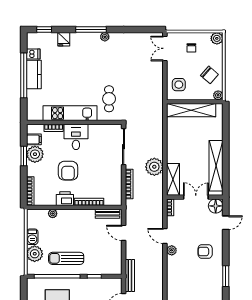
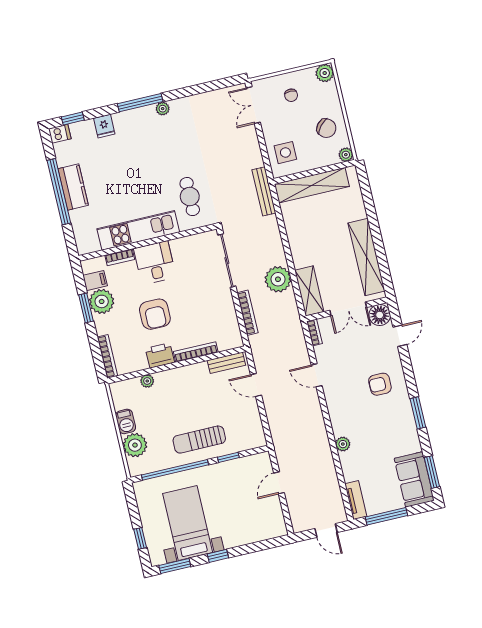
dishwasher: (33, 54) -> (60, 134), moved
double door: (196, 197) -> (348, 309), swing flipped
plant: (172, 250) -> (343, 444), moved
sun lounger: (66, 258) -> (199, 440), moved
bench: (130, 276) -> (264, 191), moved

